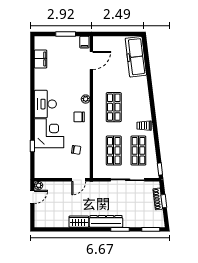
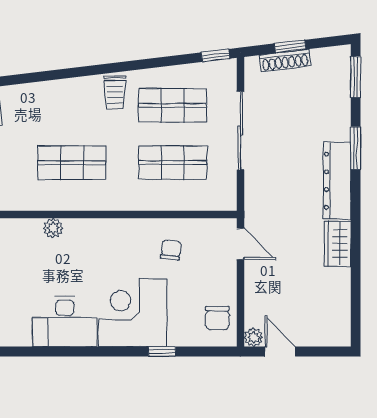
chair: (79, 117) -> (217, 318), moved

